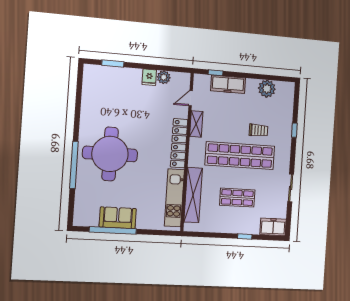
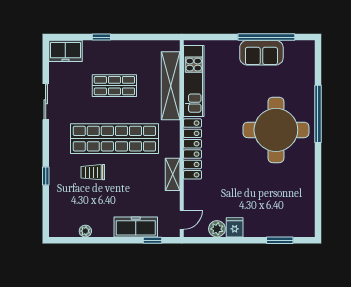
plant: (267, 89) -> (85, 231), width x0.53, depth x0.53
door: (191, 98) -> (182, 220), moved

